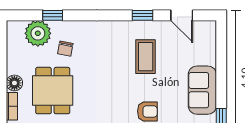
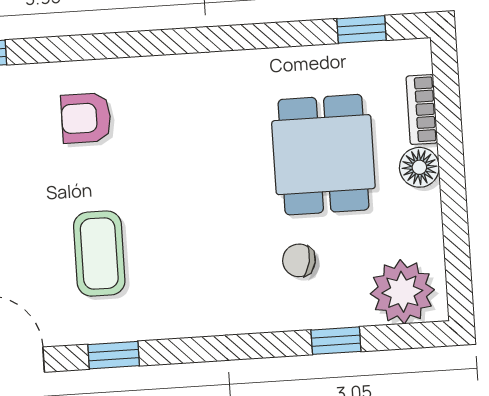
plant: (38, 33) -> (402, 292), moved
chair: (65, 49) -> (299, 260), turned -90

